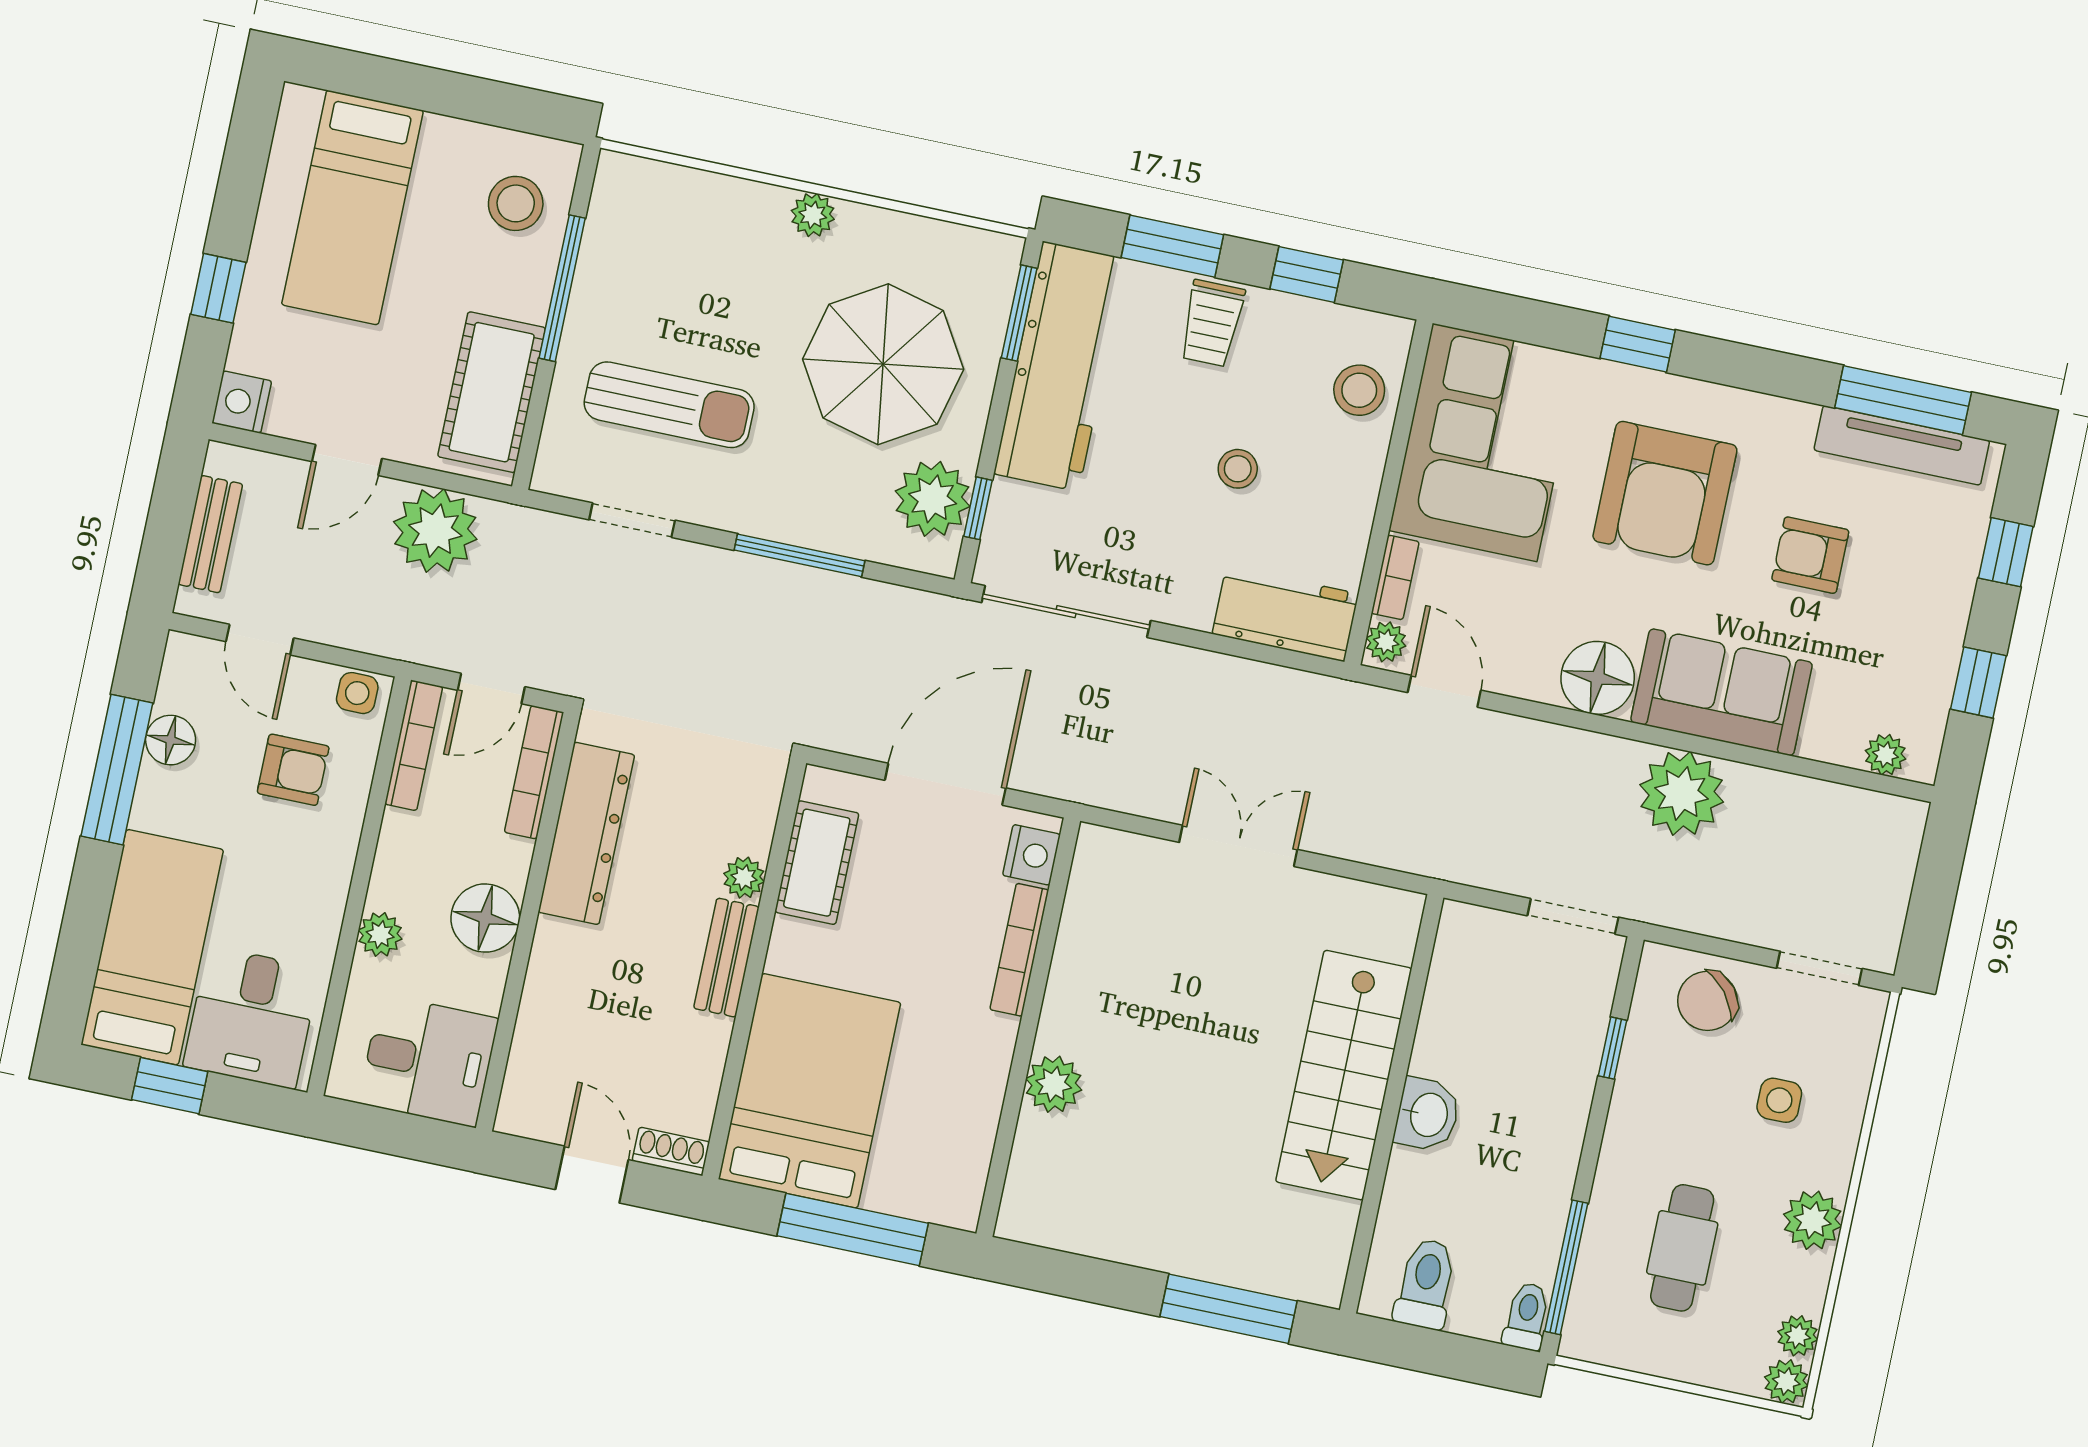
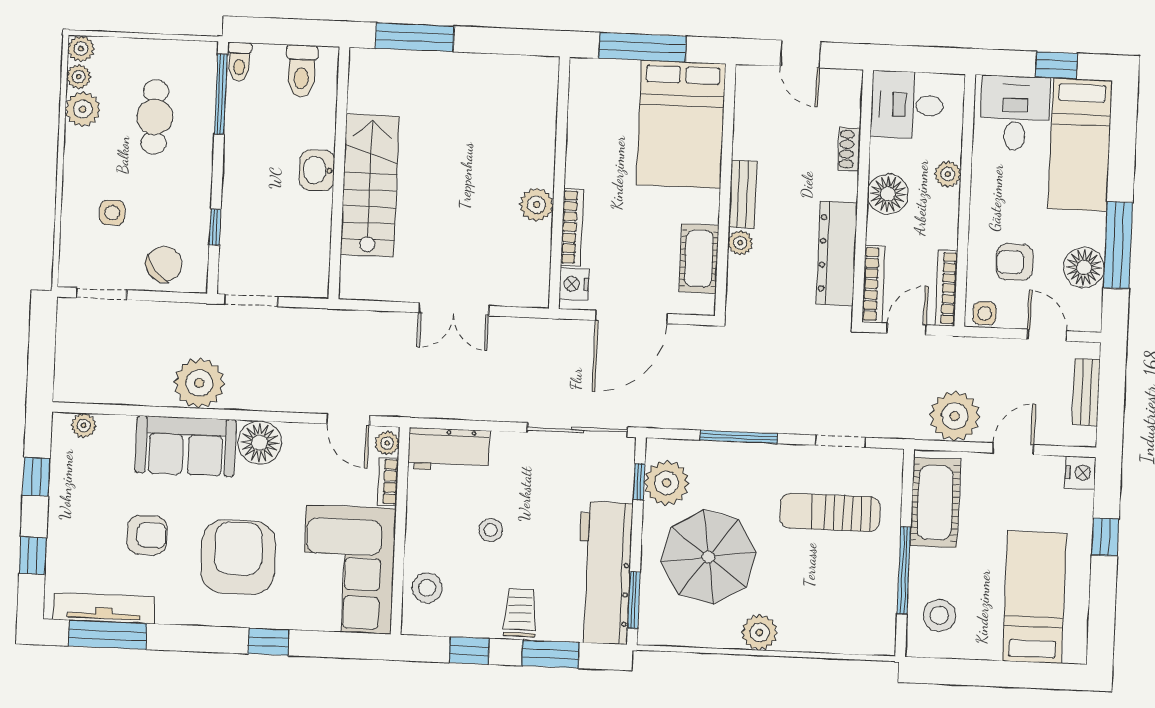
plant: (813, 215) -> (759, 632), width x1.38, depth x1.38
floor lamp: (171, 740) -> (1084, 267), width x1.38, depth x1.38
plant: (1054, 1084) -> (536, 205), moved
shoe rack: (671, 1151) -> (849, 149), moved, turned 90
plant: (1813, 1220) -> (83, 109), moved

